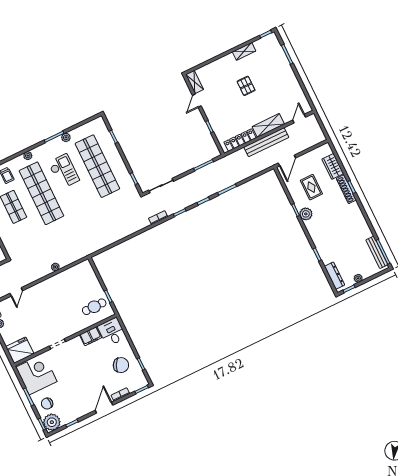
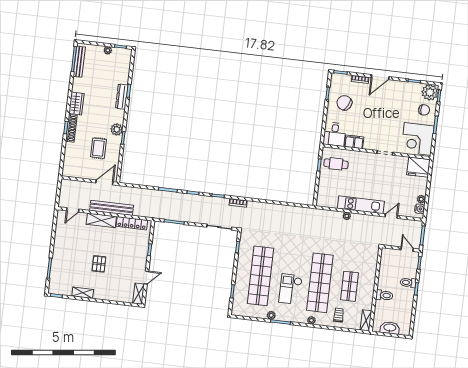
wardrobe: (333, 166) -> (76, 103), moved
dresser: (334, 276) -> (122, 97), moved
kitchen unit: (49, 285) -> (361, 205), added

